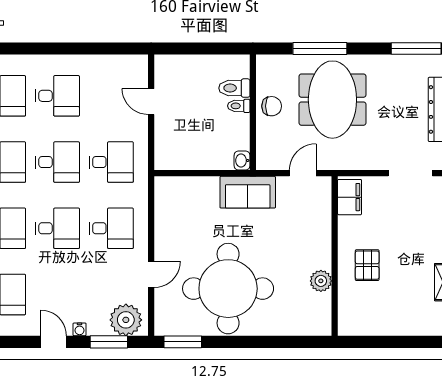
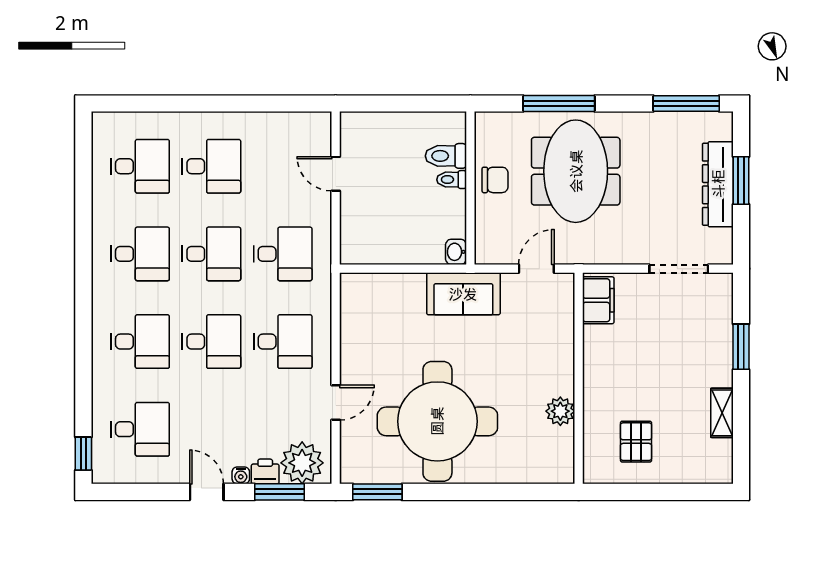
pallet: (367, 265) -> (636, 442), moved
printer: (98, 326) -> (265, 471), added

